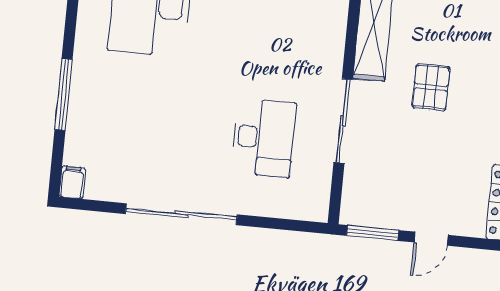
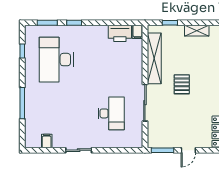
filing cabinet: (72, 182) -> (47, 141), moved
sliding door: (181, 214) -> (79, 150), width x0.54

